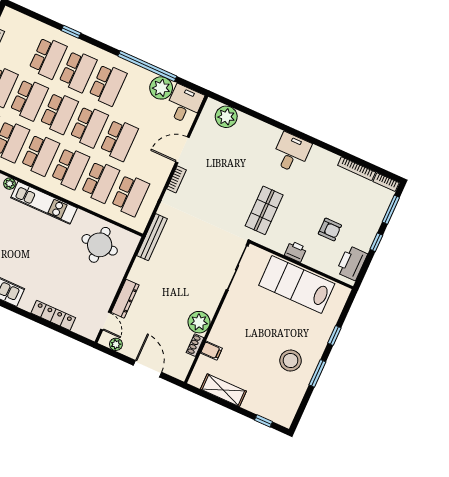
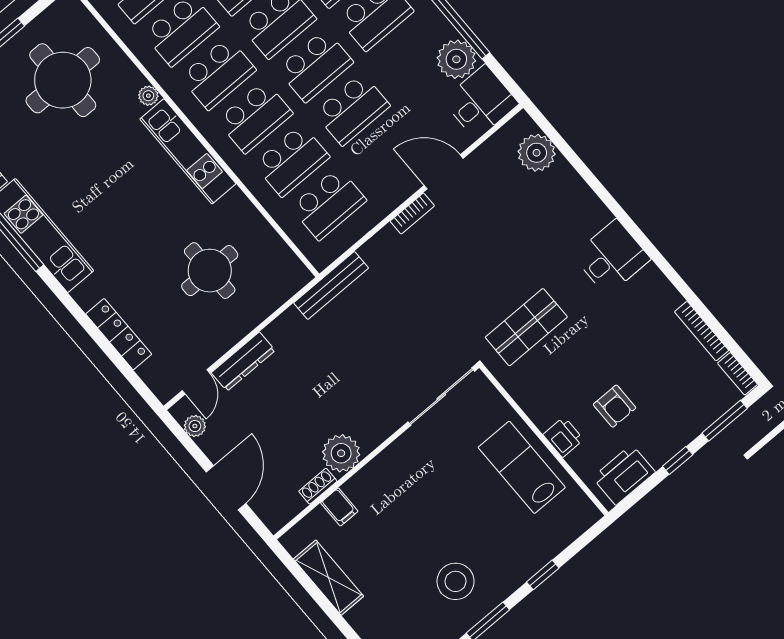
round table: (100, 245) -> (210, 271), moved
printer: (295, 252) -> (563, 437), moved
lab bench: (297, 285) -> (522, 467), width x0.73, depth x0.72

